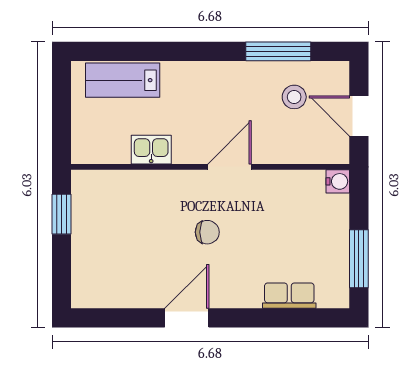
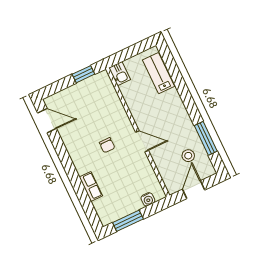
kitchen sink: (151, 150) -> (120, 74), moved
water cooler: (338, 181) -> (148, 199), moved
row of seats: (289, 296) -> (91, 186), moved
door: (187, 318) -> (47, 121), moved

